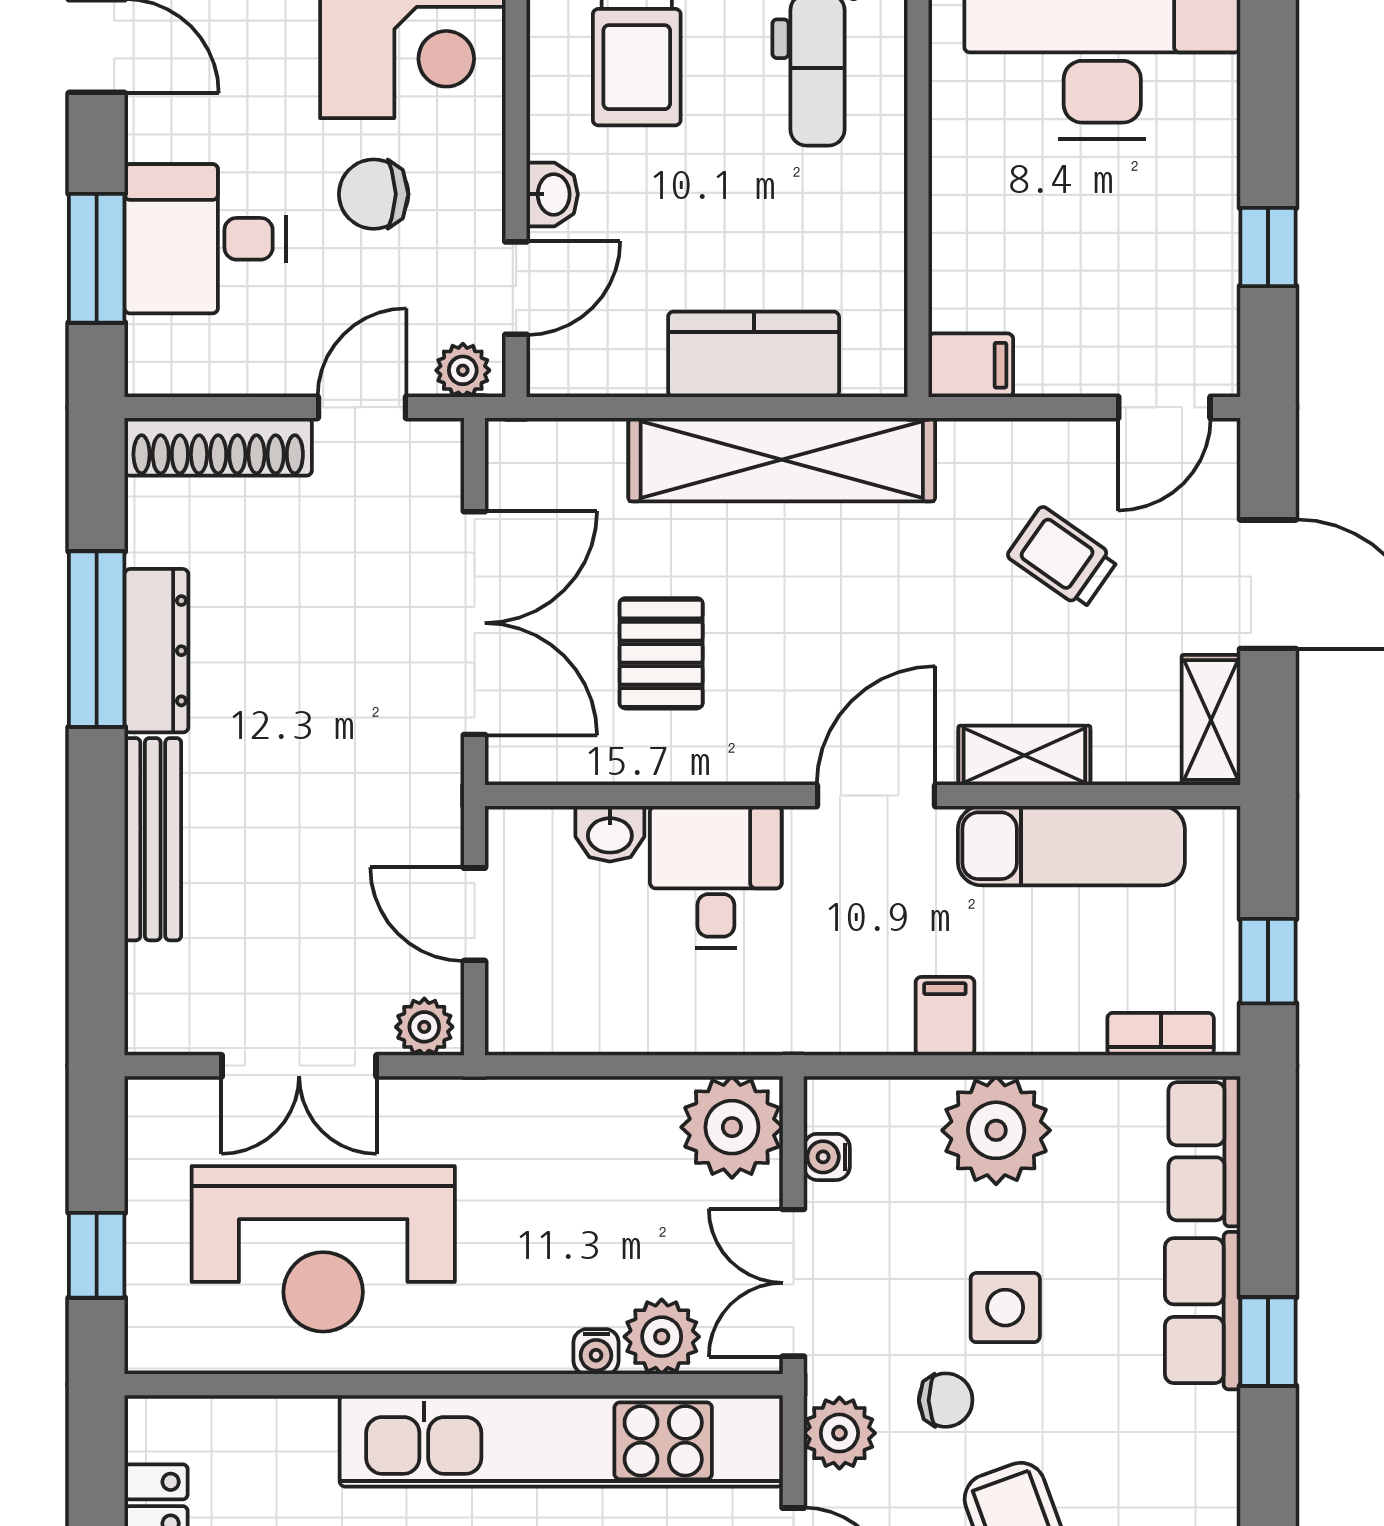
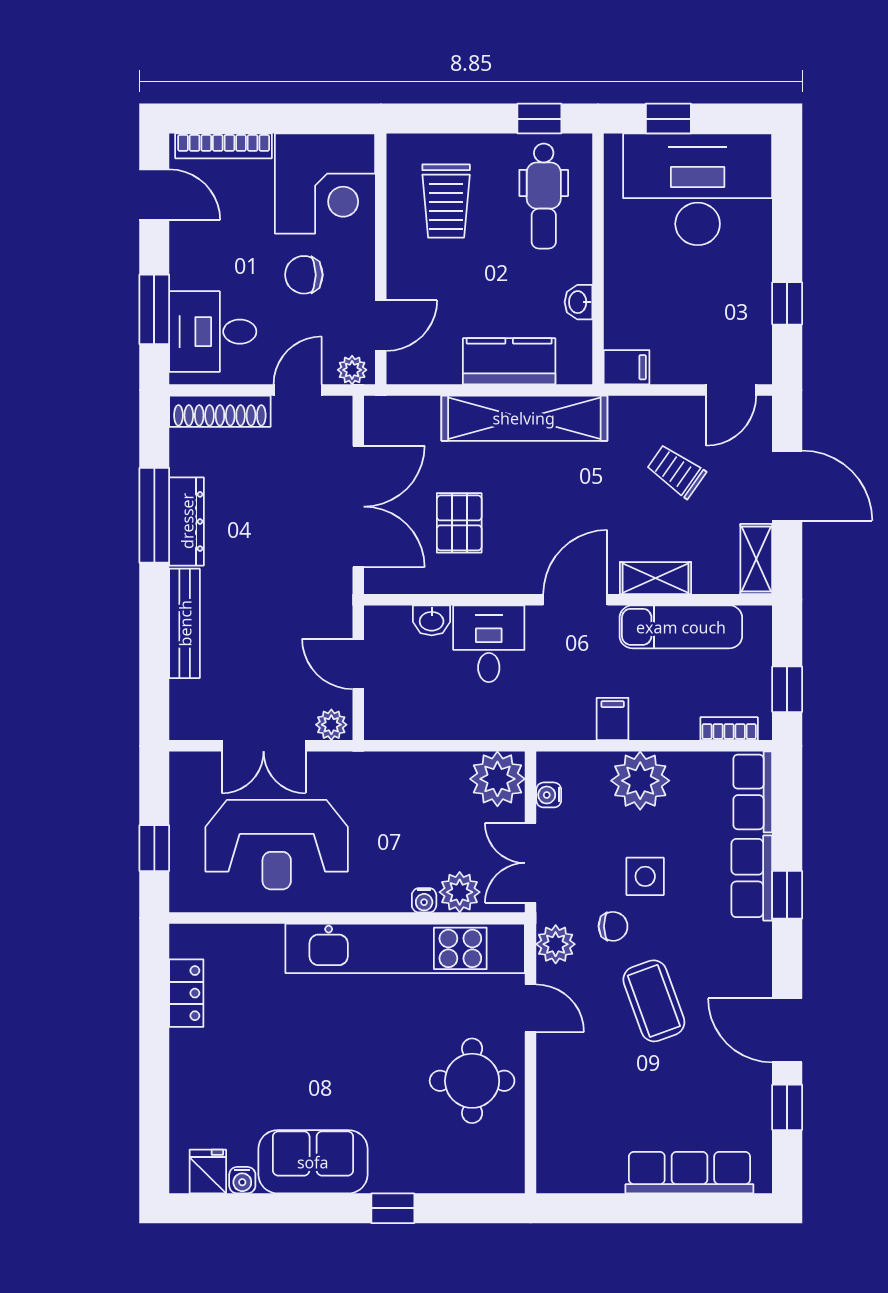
washbasin: (552, 194) -> (578, 302), moved, turned 180
desk: (205, 239) -> (213, 332), moved

